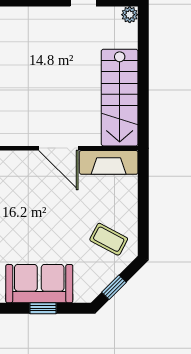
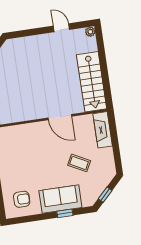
fireplace: (109, 162) -> (103, 130), moved, turned 90
coffee table: (109, 239) -> (79, 163), moved

